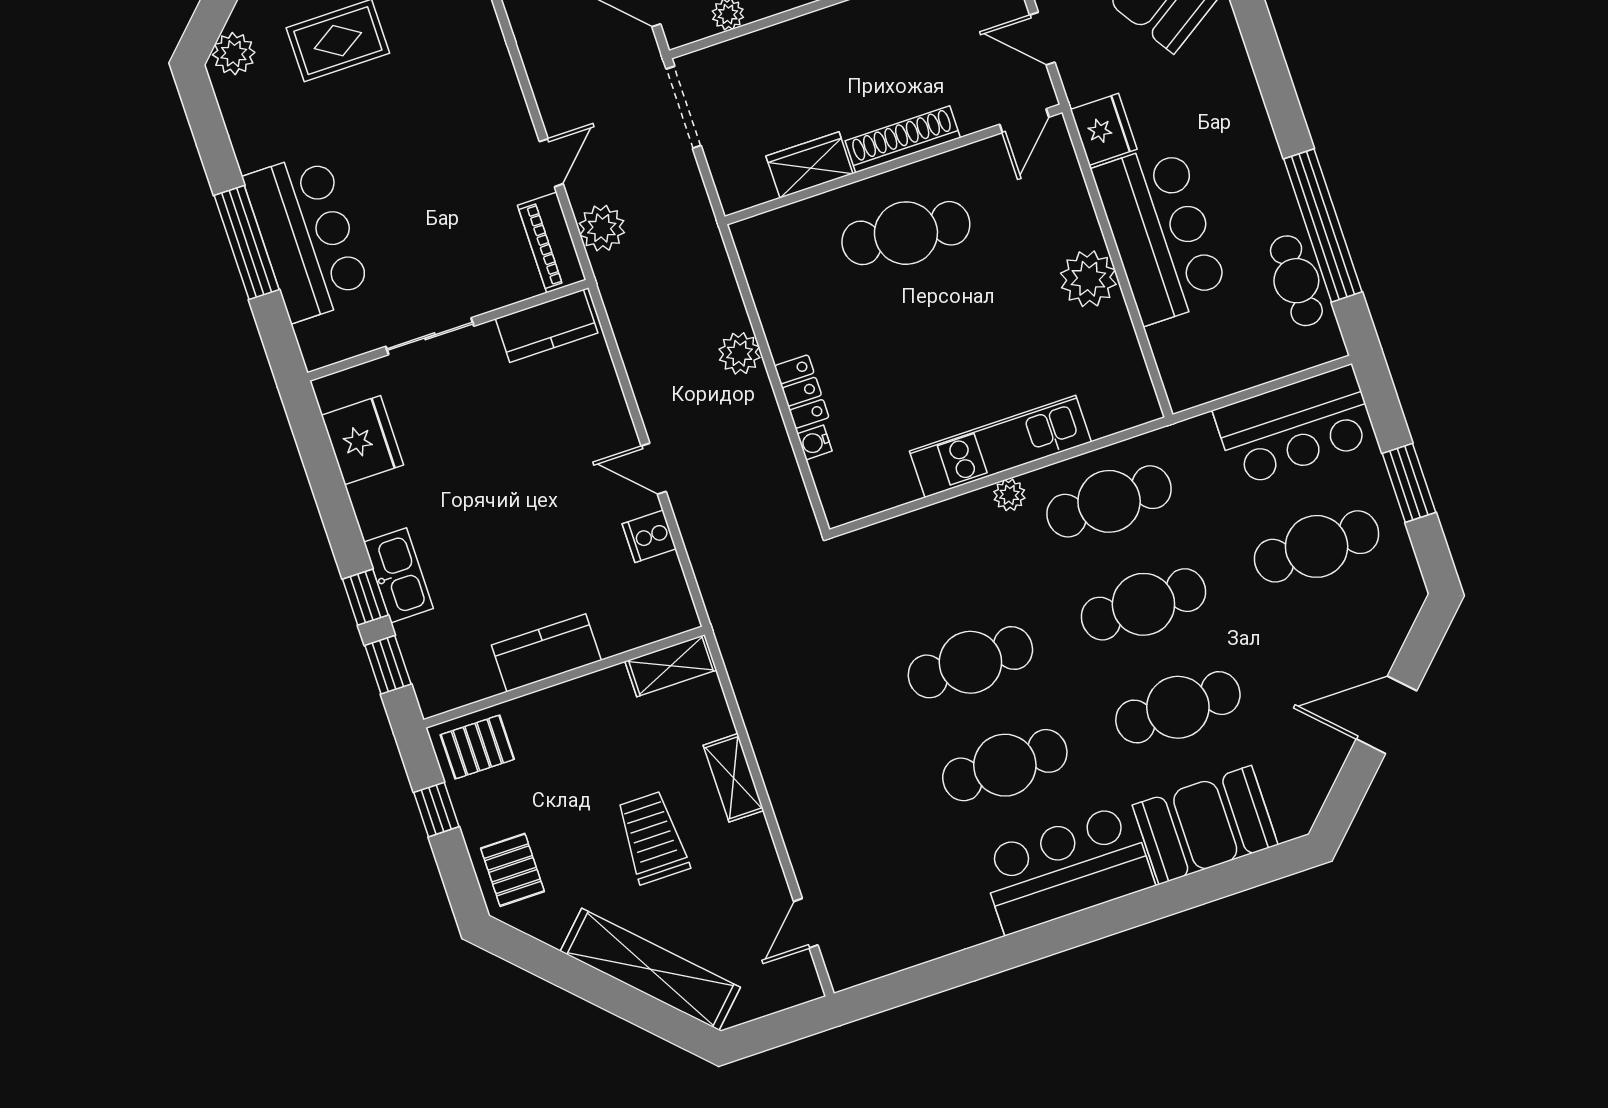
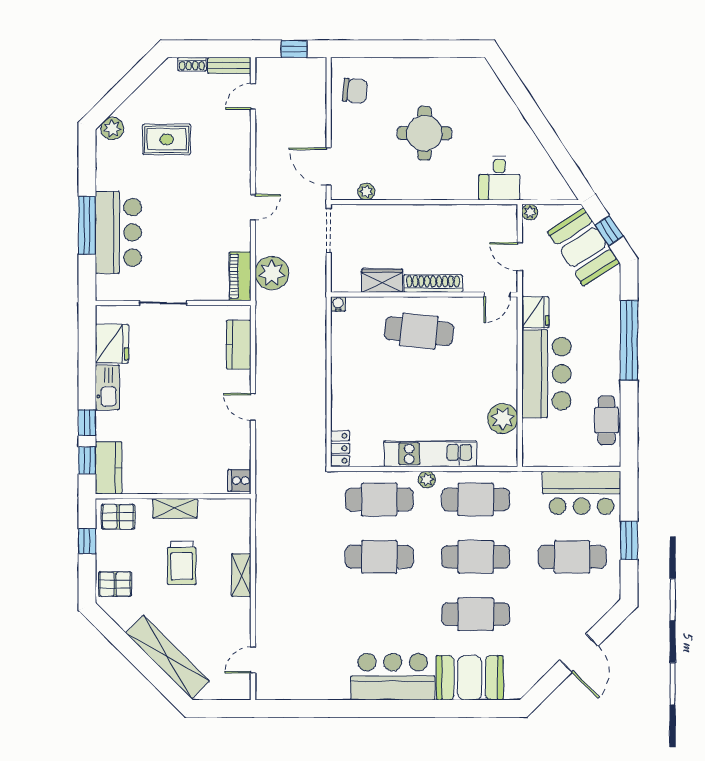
door: (551, 163) -> (253, 207), moved
window: (1323, 225) -> (629, 340), moved
plant: (602, 228) -> (272, 273), width x1.36, depth x1.36
plant: (1088, 279) -> (503, 419), moved
kitchen counter: (547, 326) -> (239, 345), moved, turned 90
plant: (739, 353) -> (315, 363), removed
locker: (802, 392) -> (340, 448), moved
water cooler: (815, 442) -> (338, 304), moved, turned 90
cooker: (649, 536) -> (239, 480), moved
kitchen sink: (399, 575) -> (107, 387), moved
kitchen counter: (546, 653) -> (109, 468), moved, turned 90
shelving: (671, 666) -> (175, 508), moved
door: (1386, 715) -> (579, 653), swing flipped
cafe table: (1005, 765) -> (379, 500), moved
trolley: (652, 838) -> (182, 563), moved, turned 180
pallet: (512, 870) -> (115, 584), turned 90

